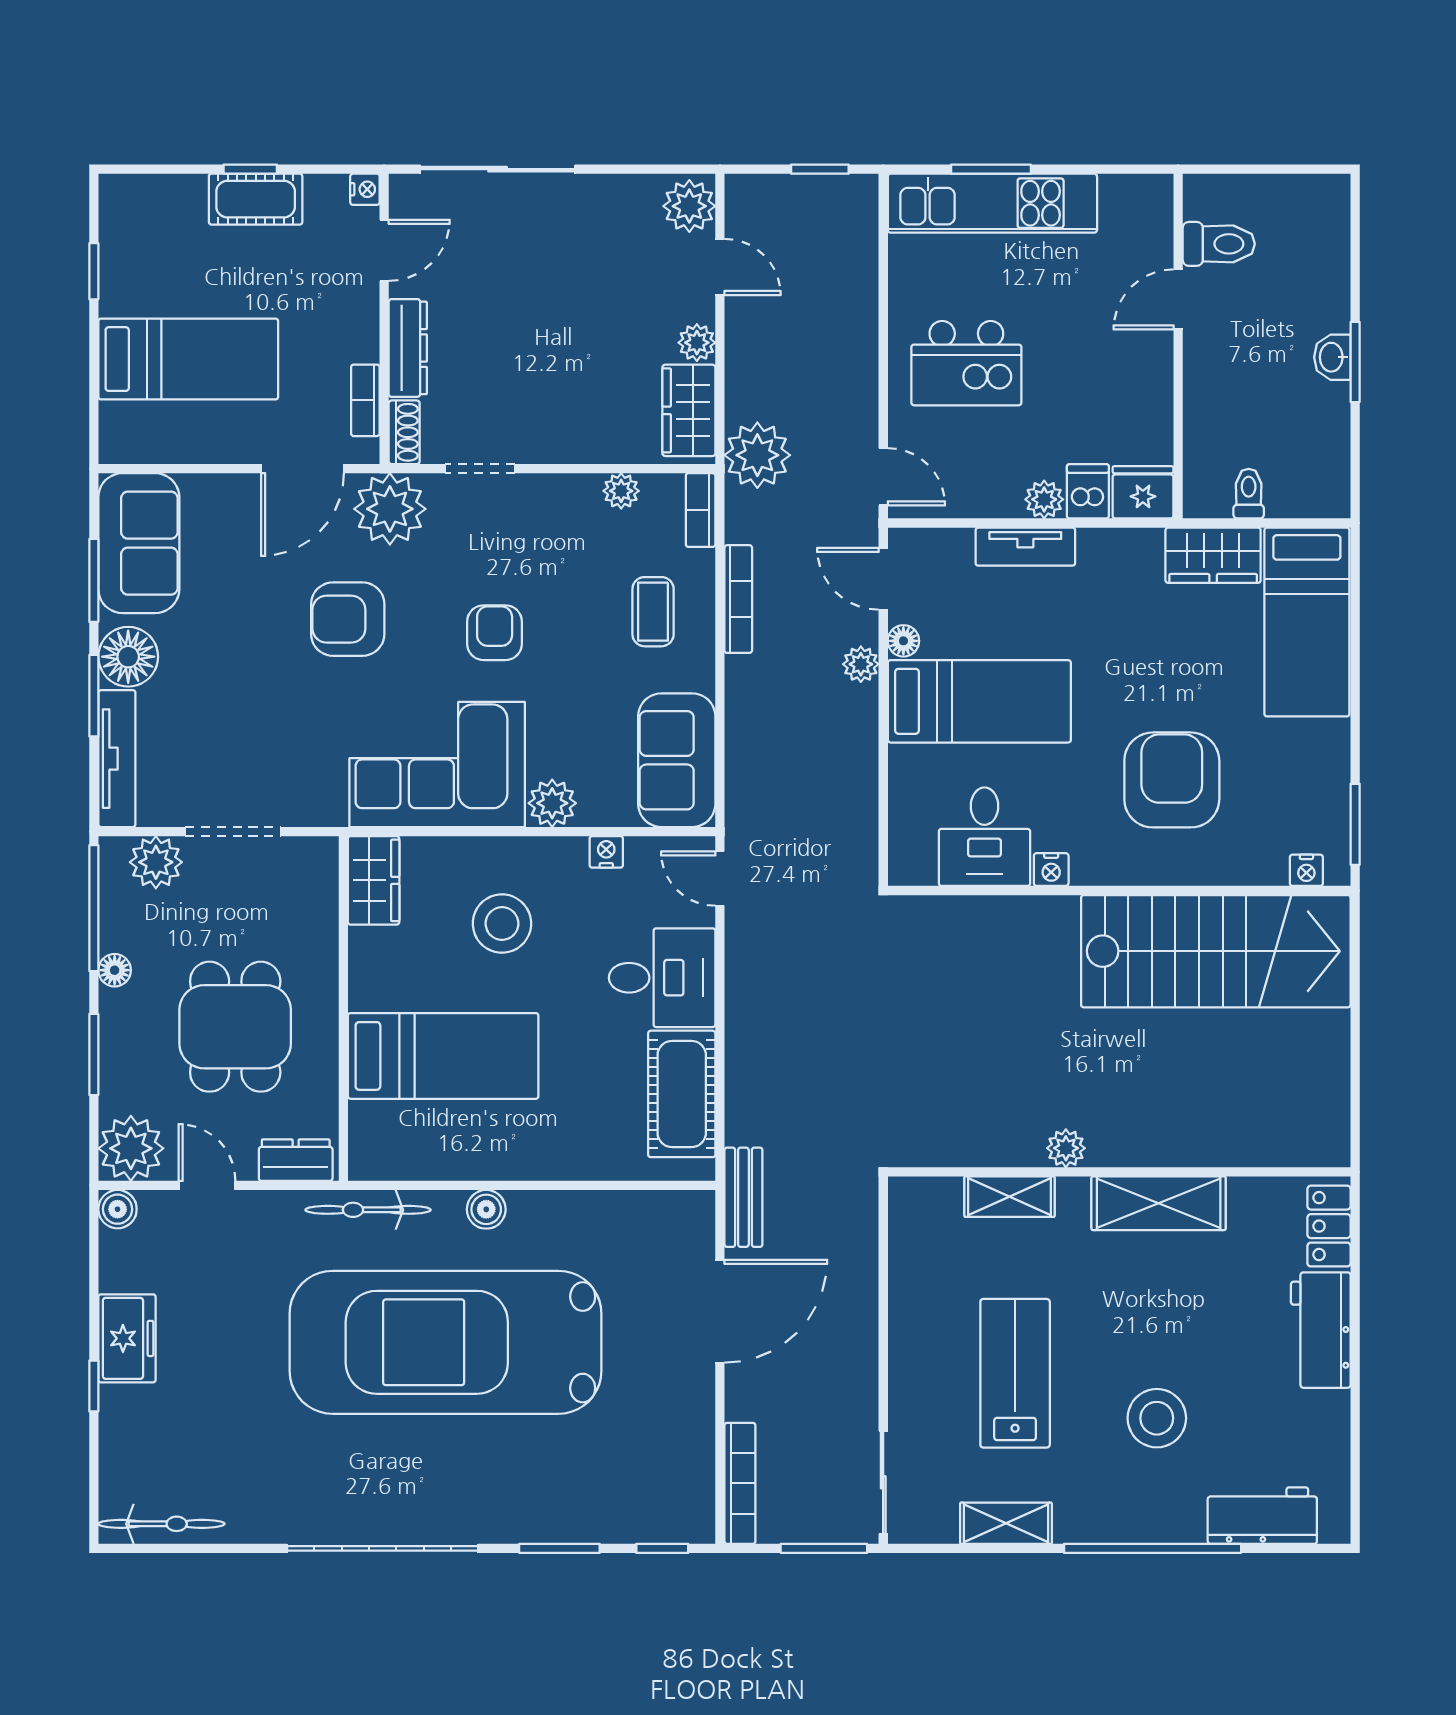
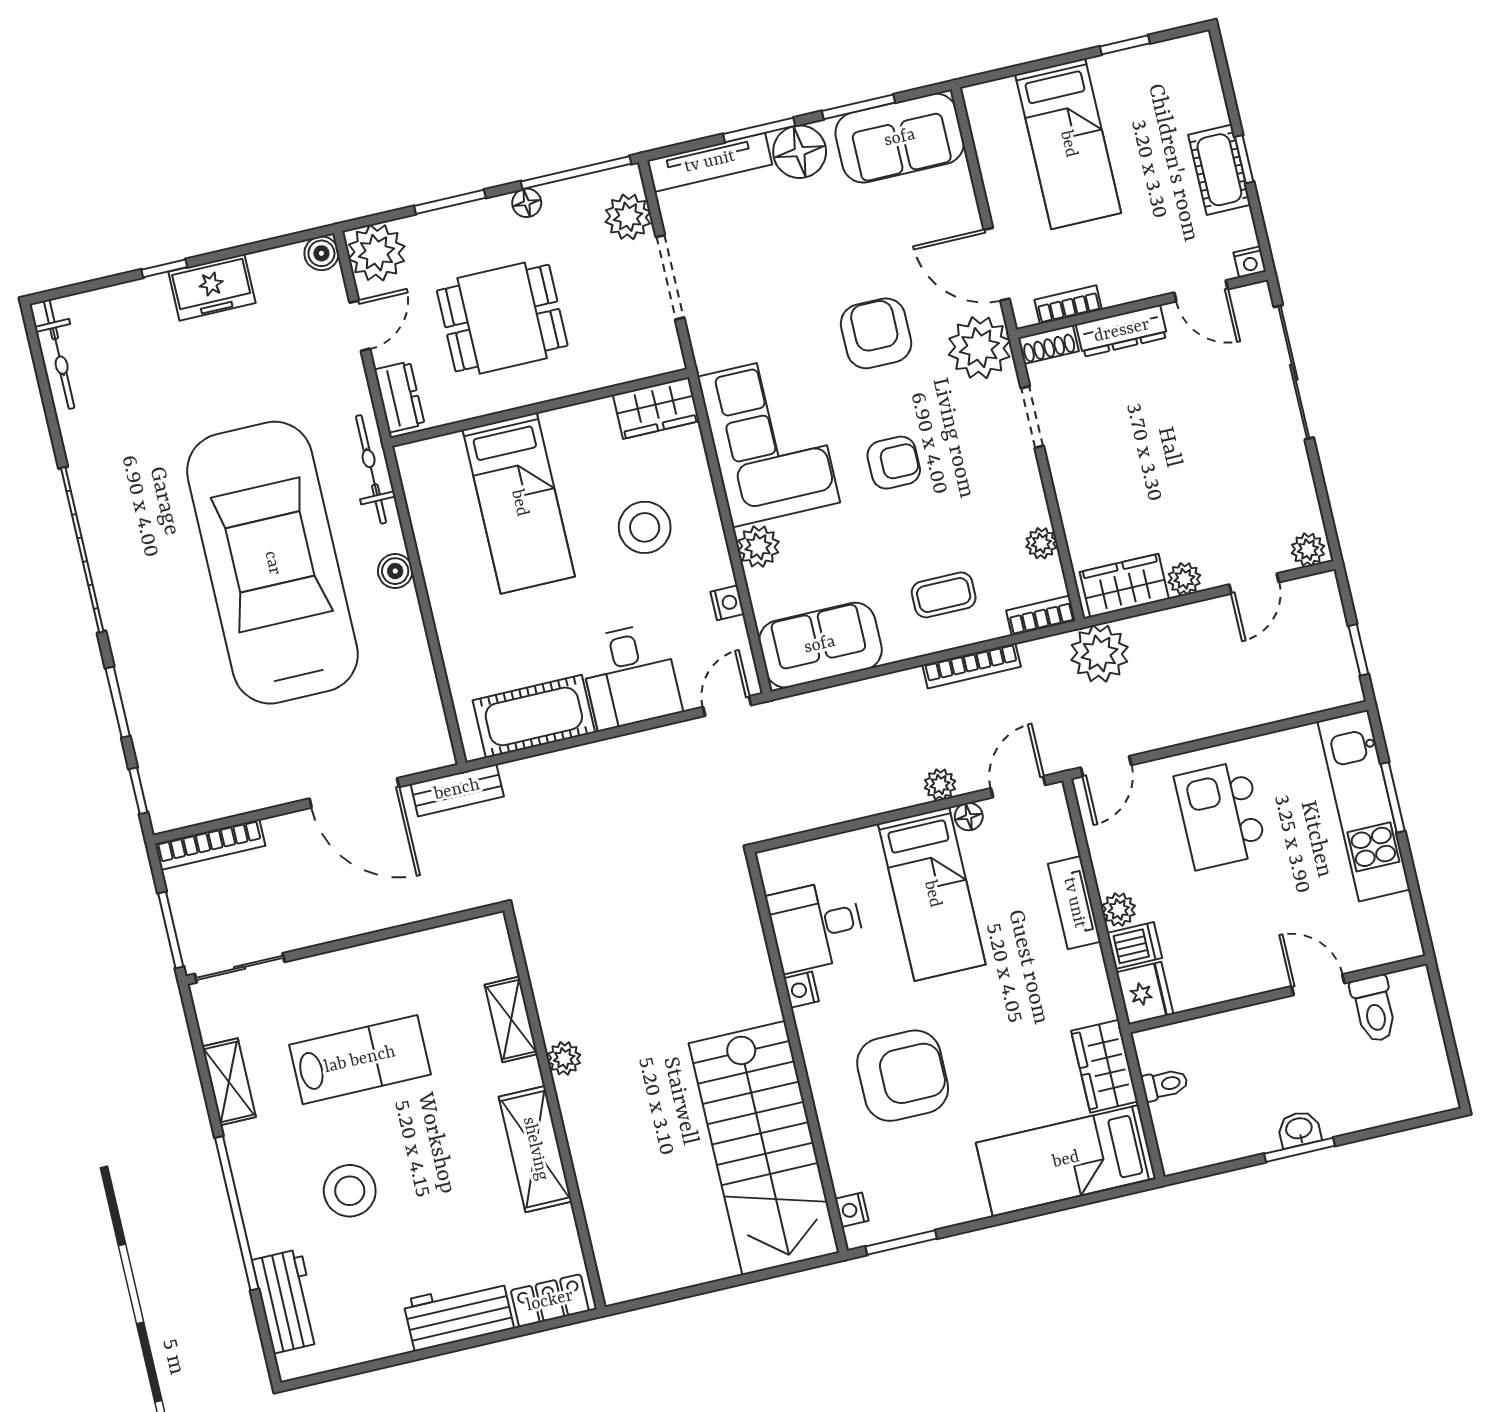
plant: (689, 206) -> (1308, 550), width x0.73, depth x0.73

